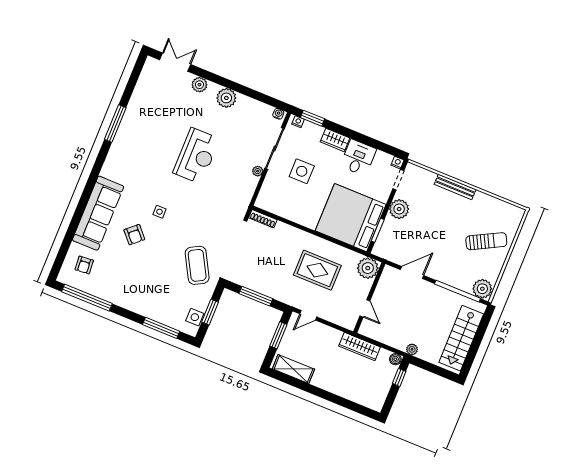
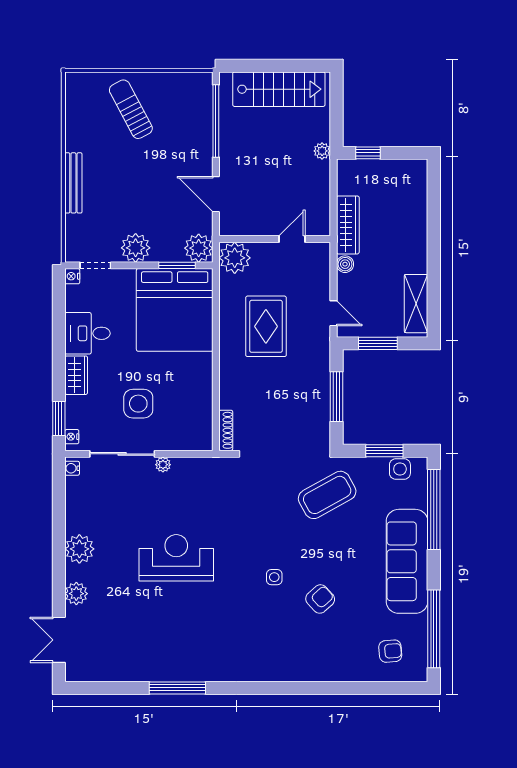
sofa: (98, 213) -> (407, 561), moved, turned -90
plant: (482, 289) -> (199, 248), moved
window: (161, 328) -> (434, 509), width x1.46
boiler: (395, 359) -> (345, 264), moved

